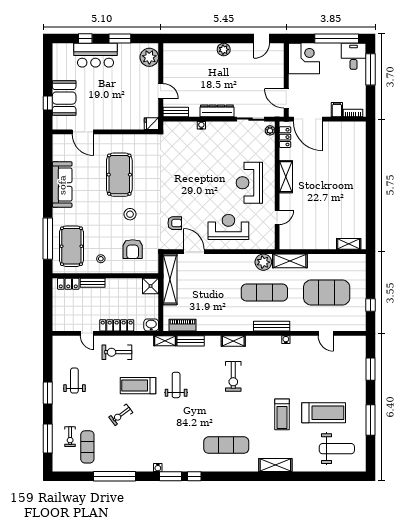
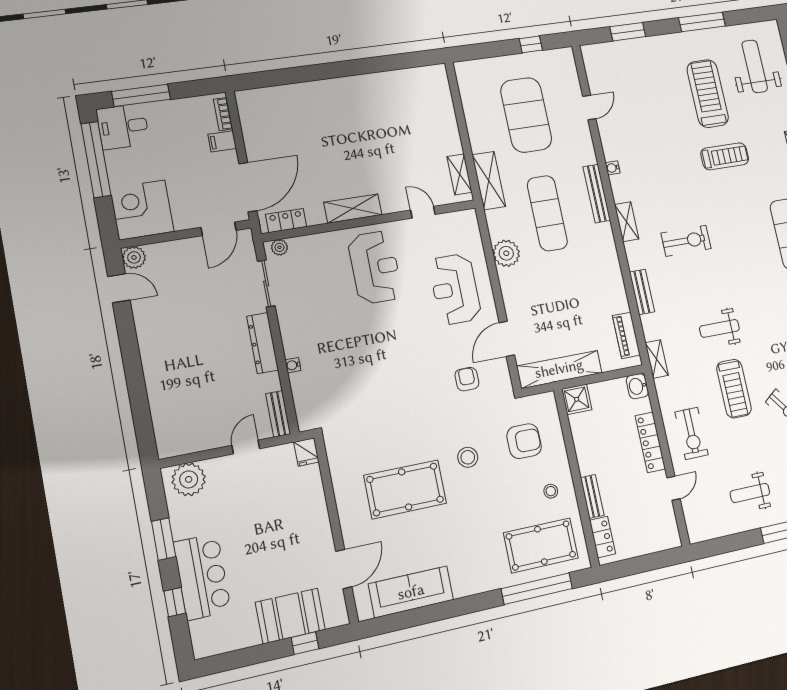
plant: (224, 50) -> (134, 257), moved
reception desk: (249, 183) -> (375, 267), turned -90
sofa: (62, 185) -> (411, 592), moved
shelving: (349, 244) -> (460, 174), moved
plant: (263, 262) -> (506, 253), moved
bench: (191, 341) -> (642, 292), moved
shelving: (233, 341) -> (627, 222), moved

